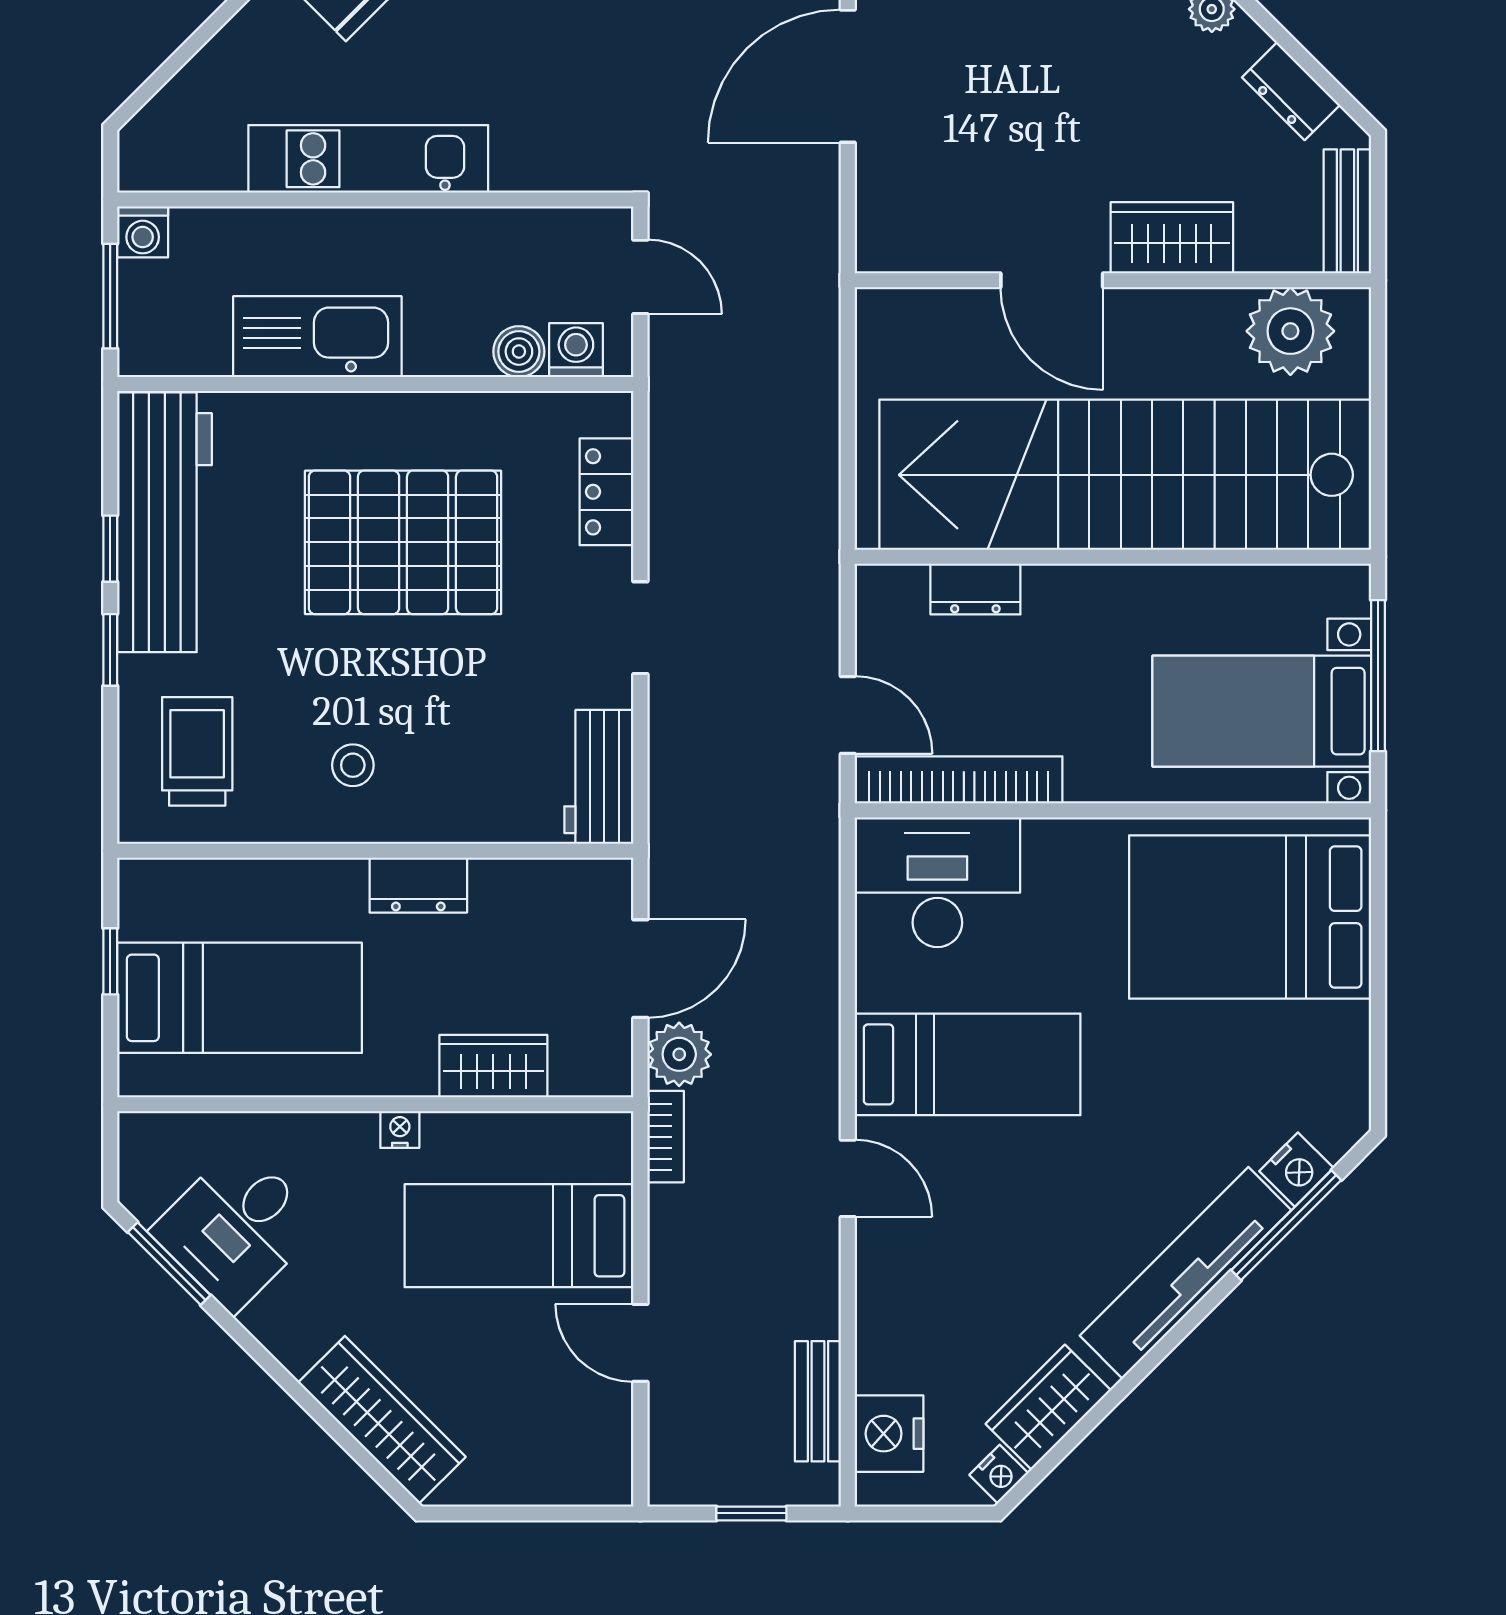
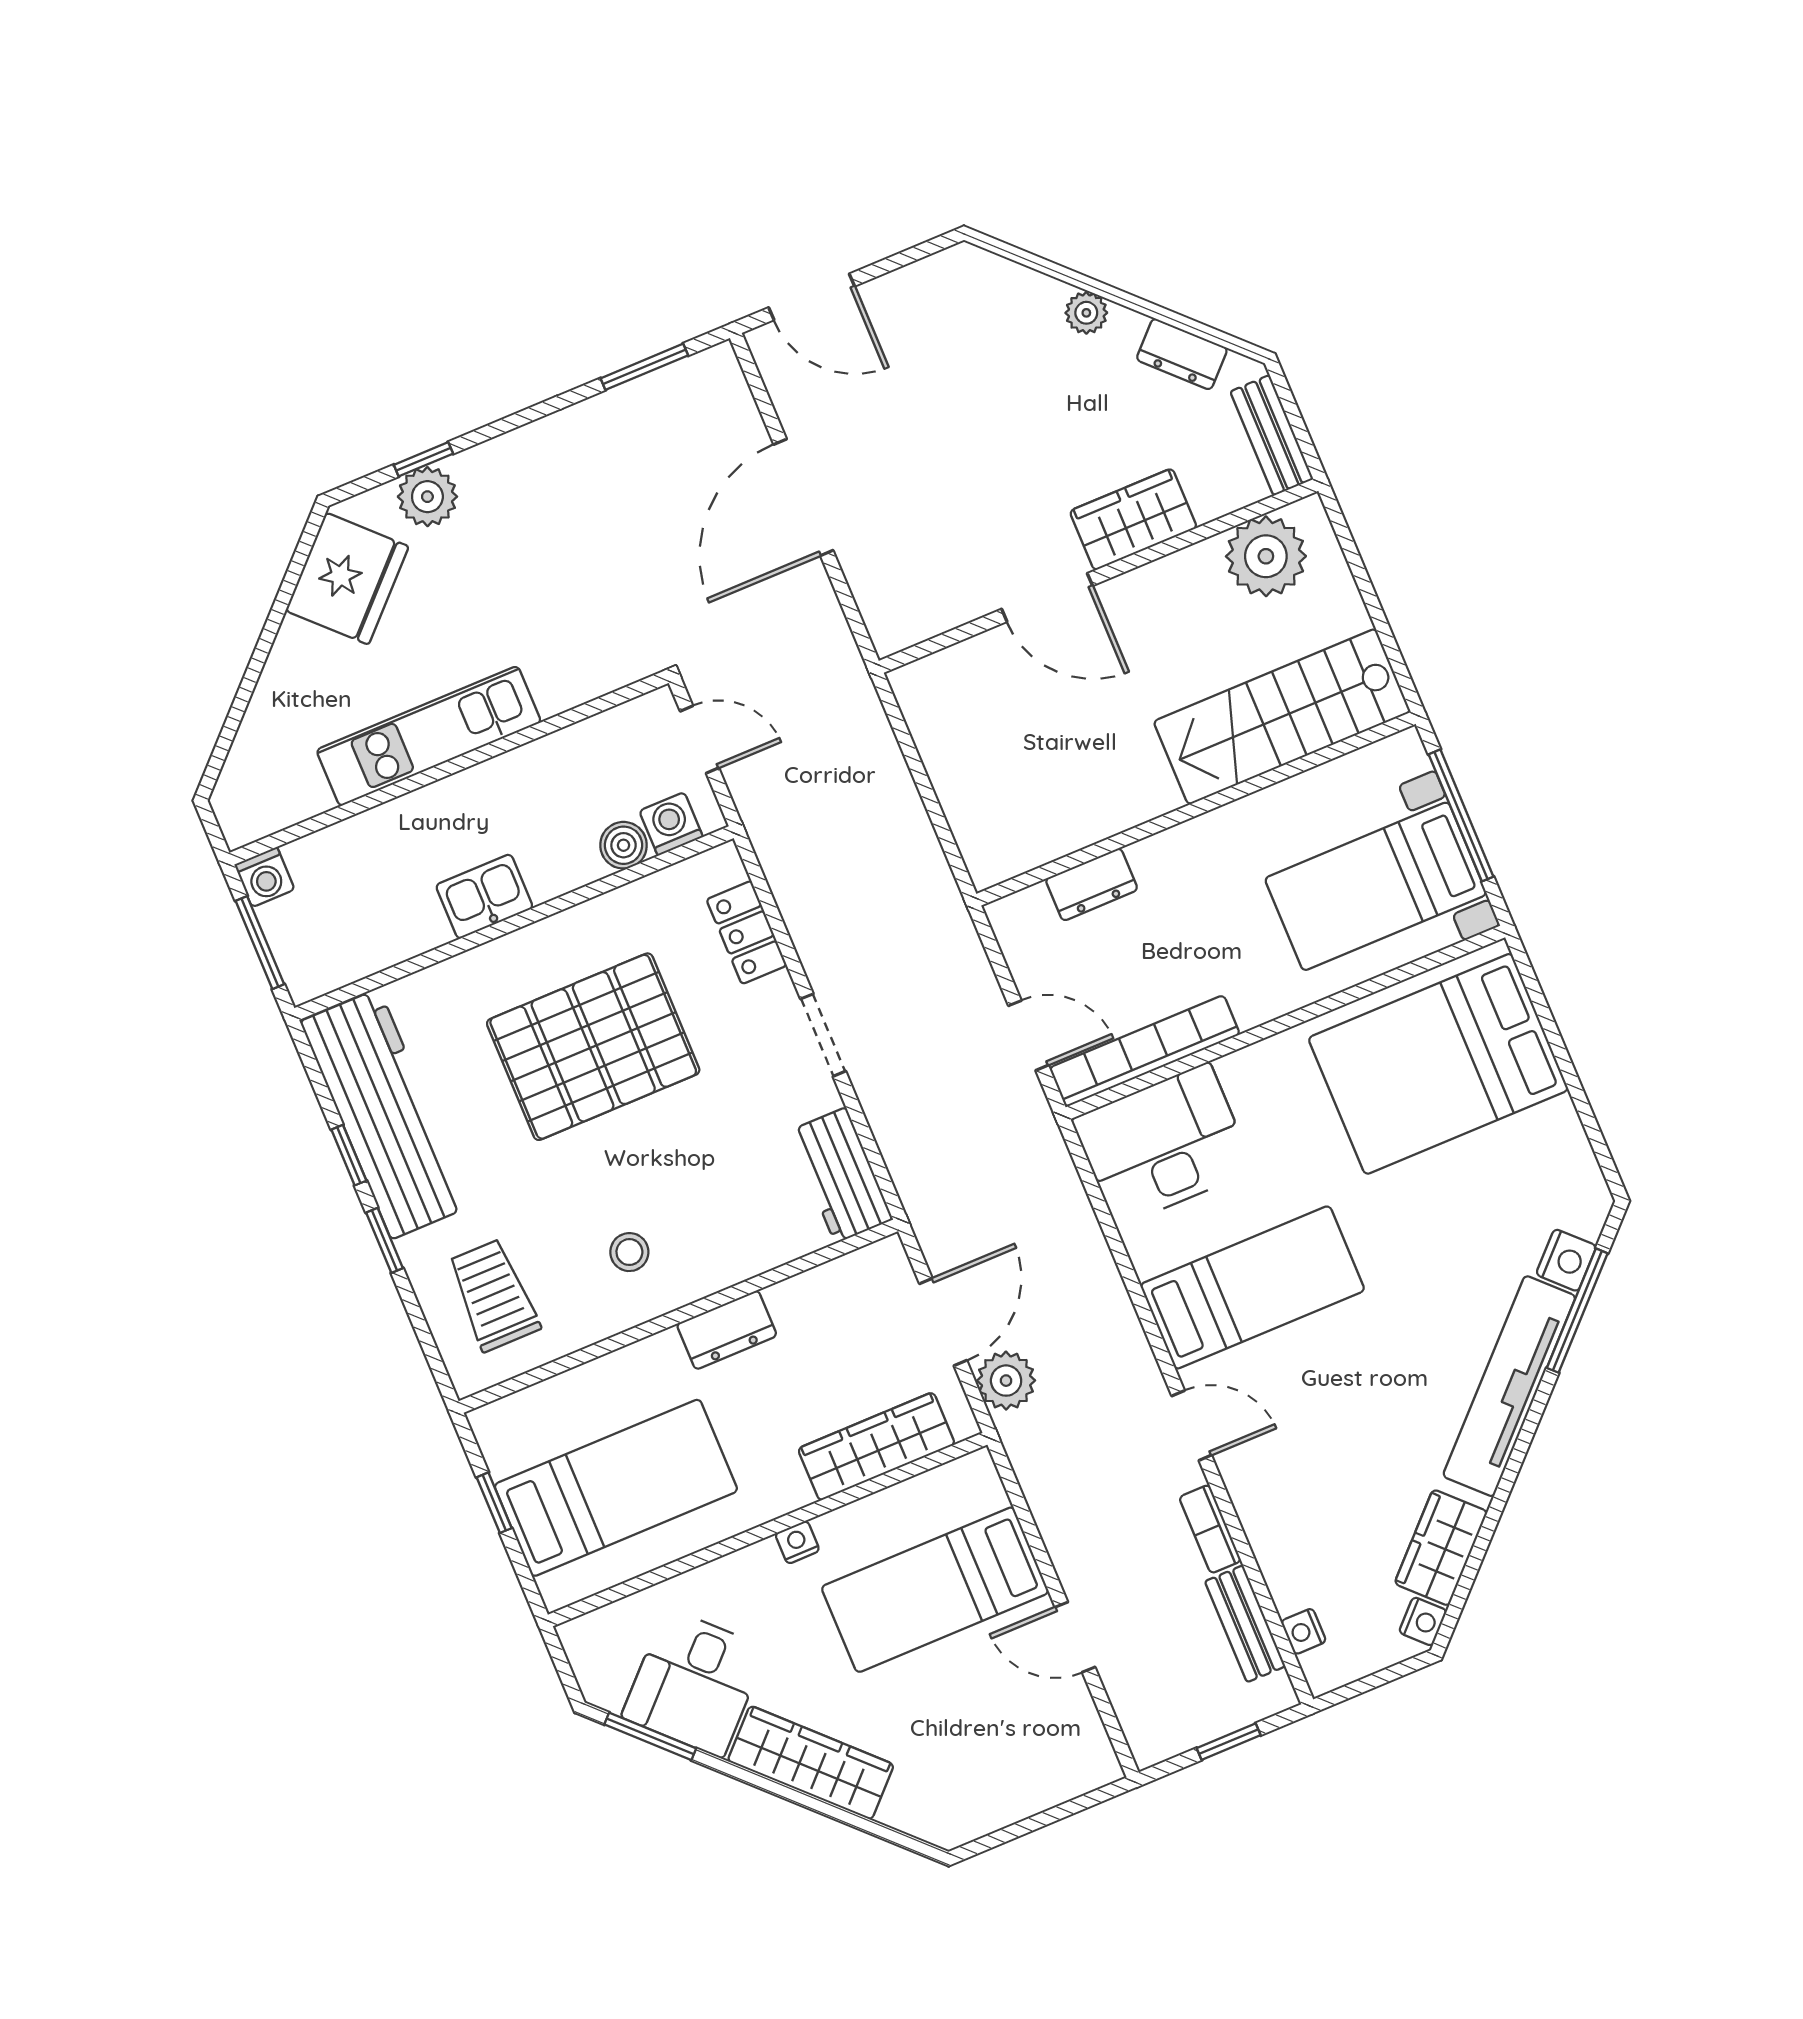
kitchen sink: (317, 337) -> (484, 896), width x0.53, depth x0.81
stairs: (1125, 475) -> (1282, 717), width x0.54, depth x0.66
wardrobe: (493, 1066) -> (876, 1446), width x1.50
bookcase: (666, 1137) -> (1210, 1529), moved, turned 180
wardrobe: (382, 1420) -> (811, 1763), moved
nightstand: (889, 1434) -> (1304, 1631), width x0.53, depth x0.56

